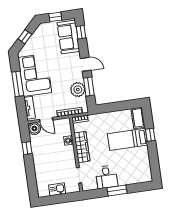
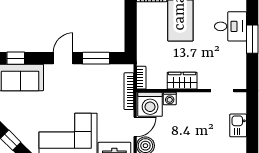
plant: (78, 90) -> (98, 75), removed
washing machine: (63, 128) -> (150, 104), added
wardrobe: (82, 147) -> (182, 81), width x0.67
desk: (107, 177) -> (230, 26), moved

